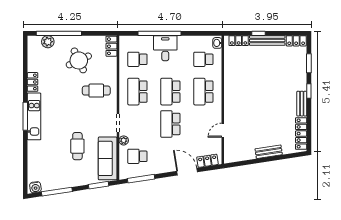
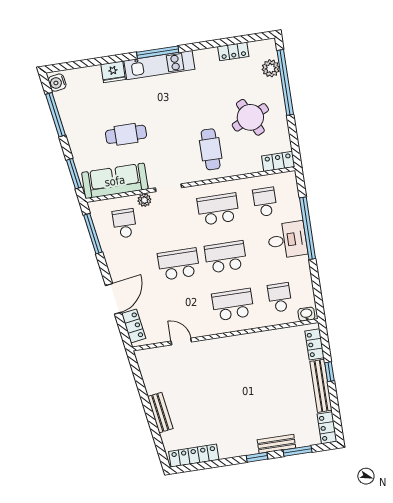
locker: (33, 82) -> (233, 51), moved
bench: (302, 104) -> (276, 444), moved
fridge: (34, 148) -> (113, 72), added

